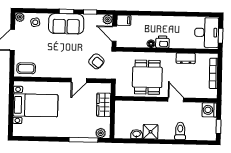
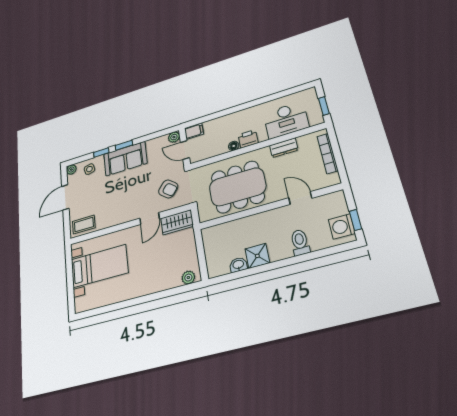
window: (90, 12) -> (101, 153), moved
desk: (207, 32) -> (286, 120), moved, turned 90
dining table: (147, 77) -> (237, 187), width x1.38
door: (176, 100) -> (300, 198), moved
wardrobe: (104, 105) -> (177, 222), moved, turned -90
washing machine: (209, 110) -> (342, 226), moved
window: (83, 140) -> (167, 293), removed

